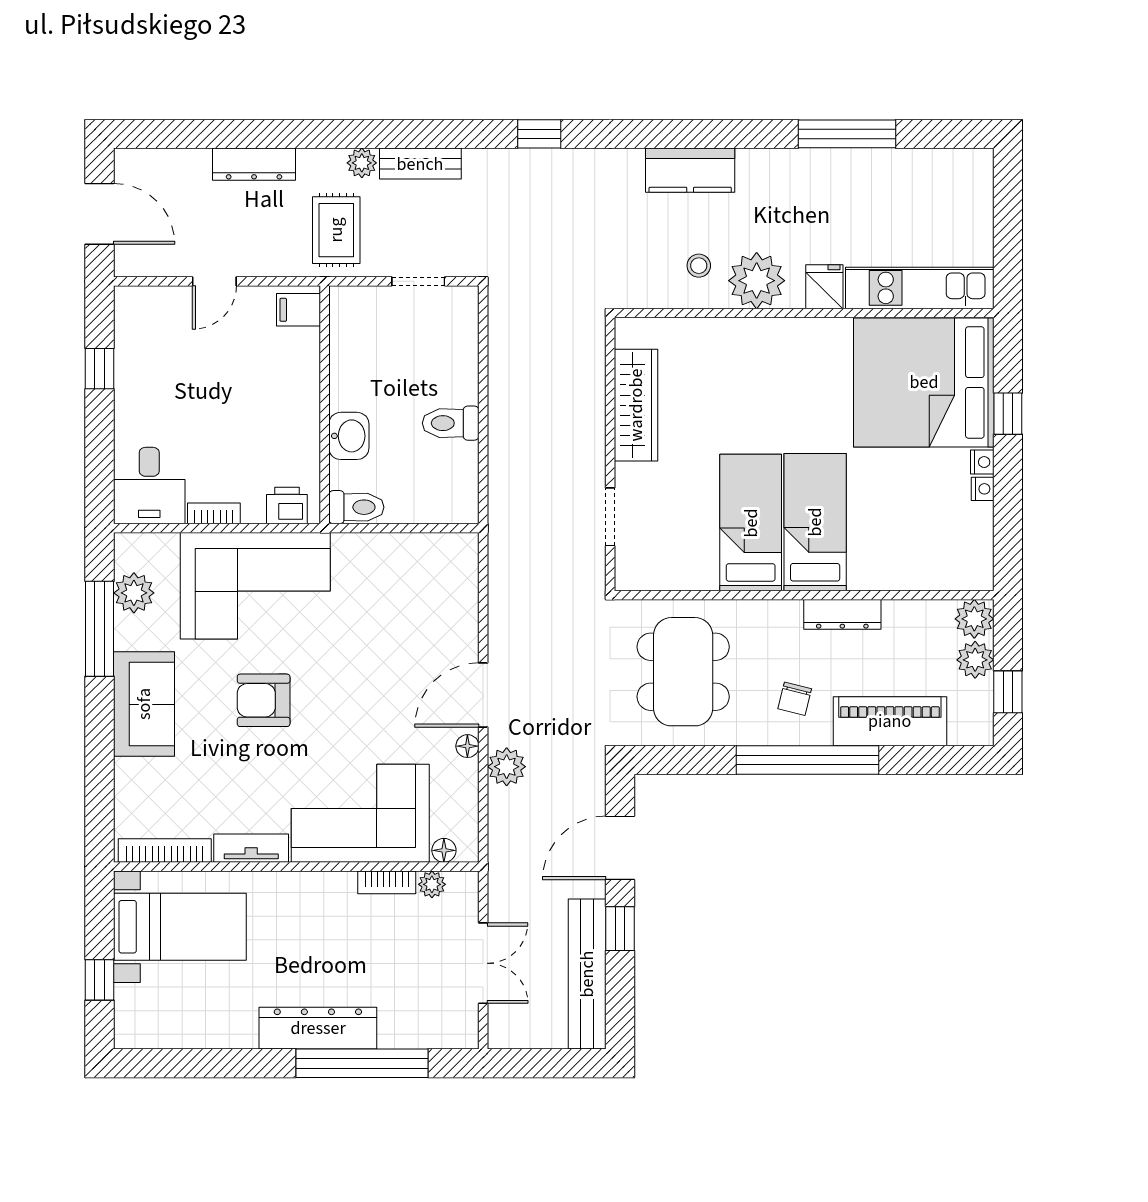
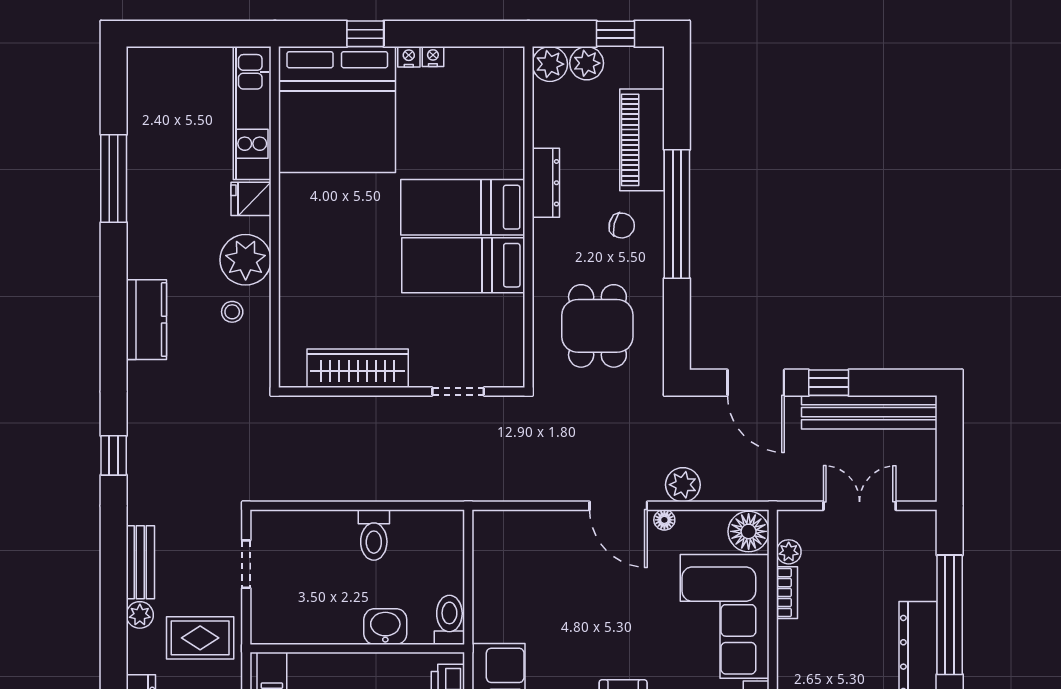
dining table: (683, 672) -> (597, 326), width x0.73
floor lamp: (444, 850) -> (749, 531), width x1.89, depth x1.89

